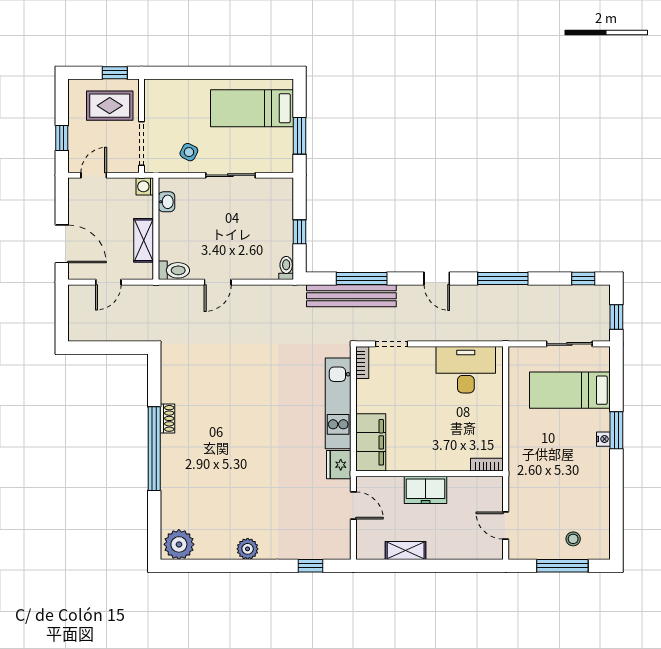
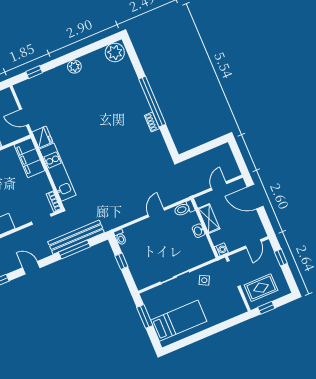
washbasin: (167, 202) -> (199, 231), moved

